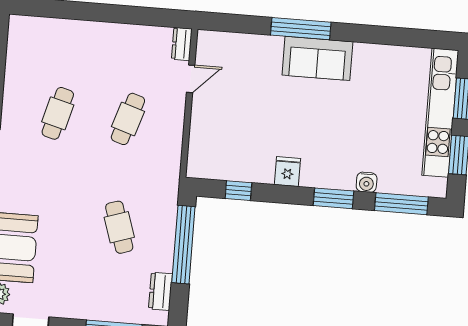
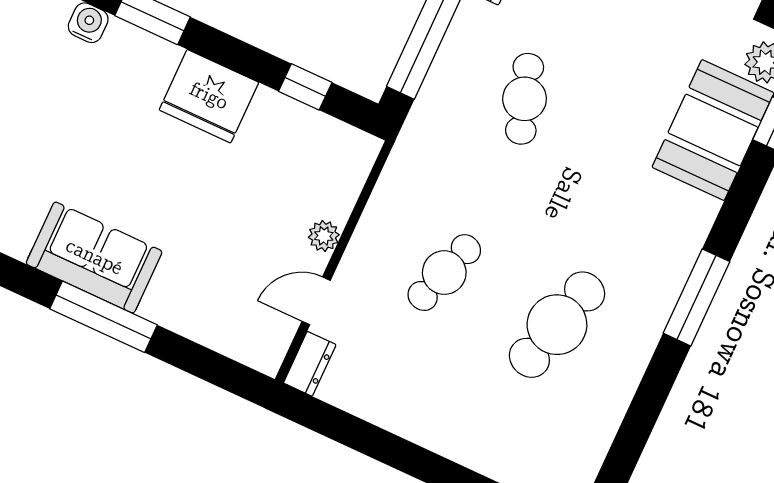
cafe table: (58, 113) -> (557, 325), width x1.37, depth x1.35
plant: (199, 115) -> (324, 236), added
fridge: (287, 172) -> (209, 96), width x1.88, depth x1.34

